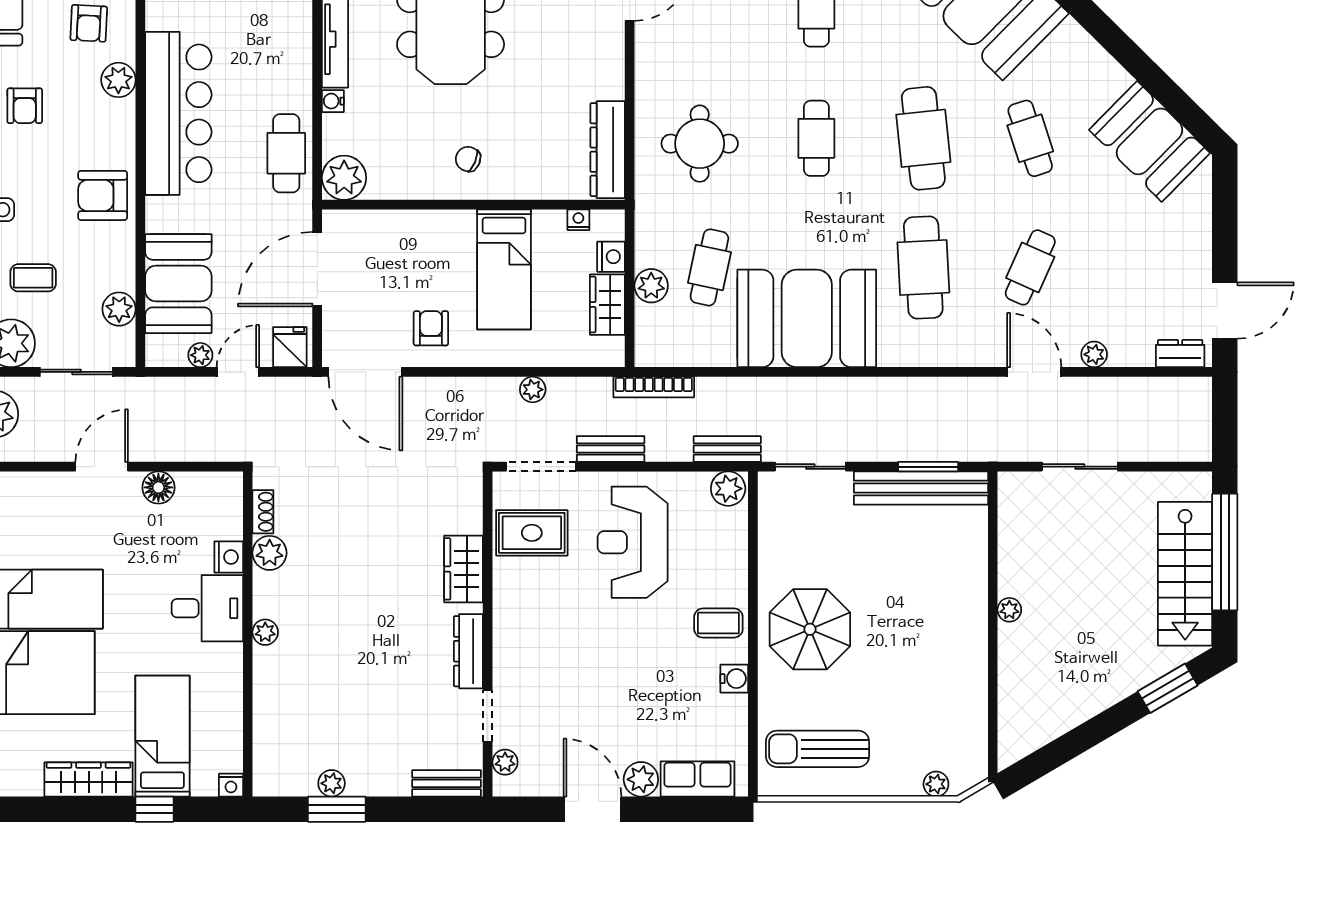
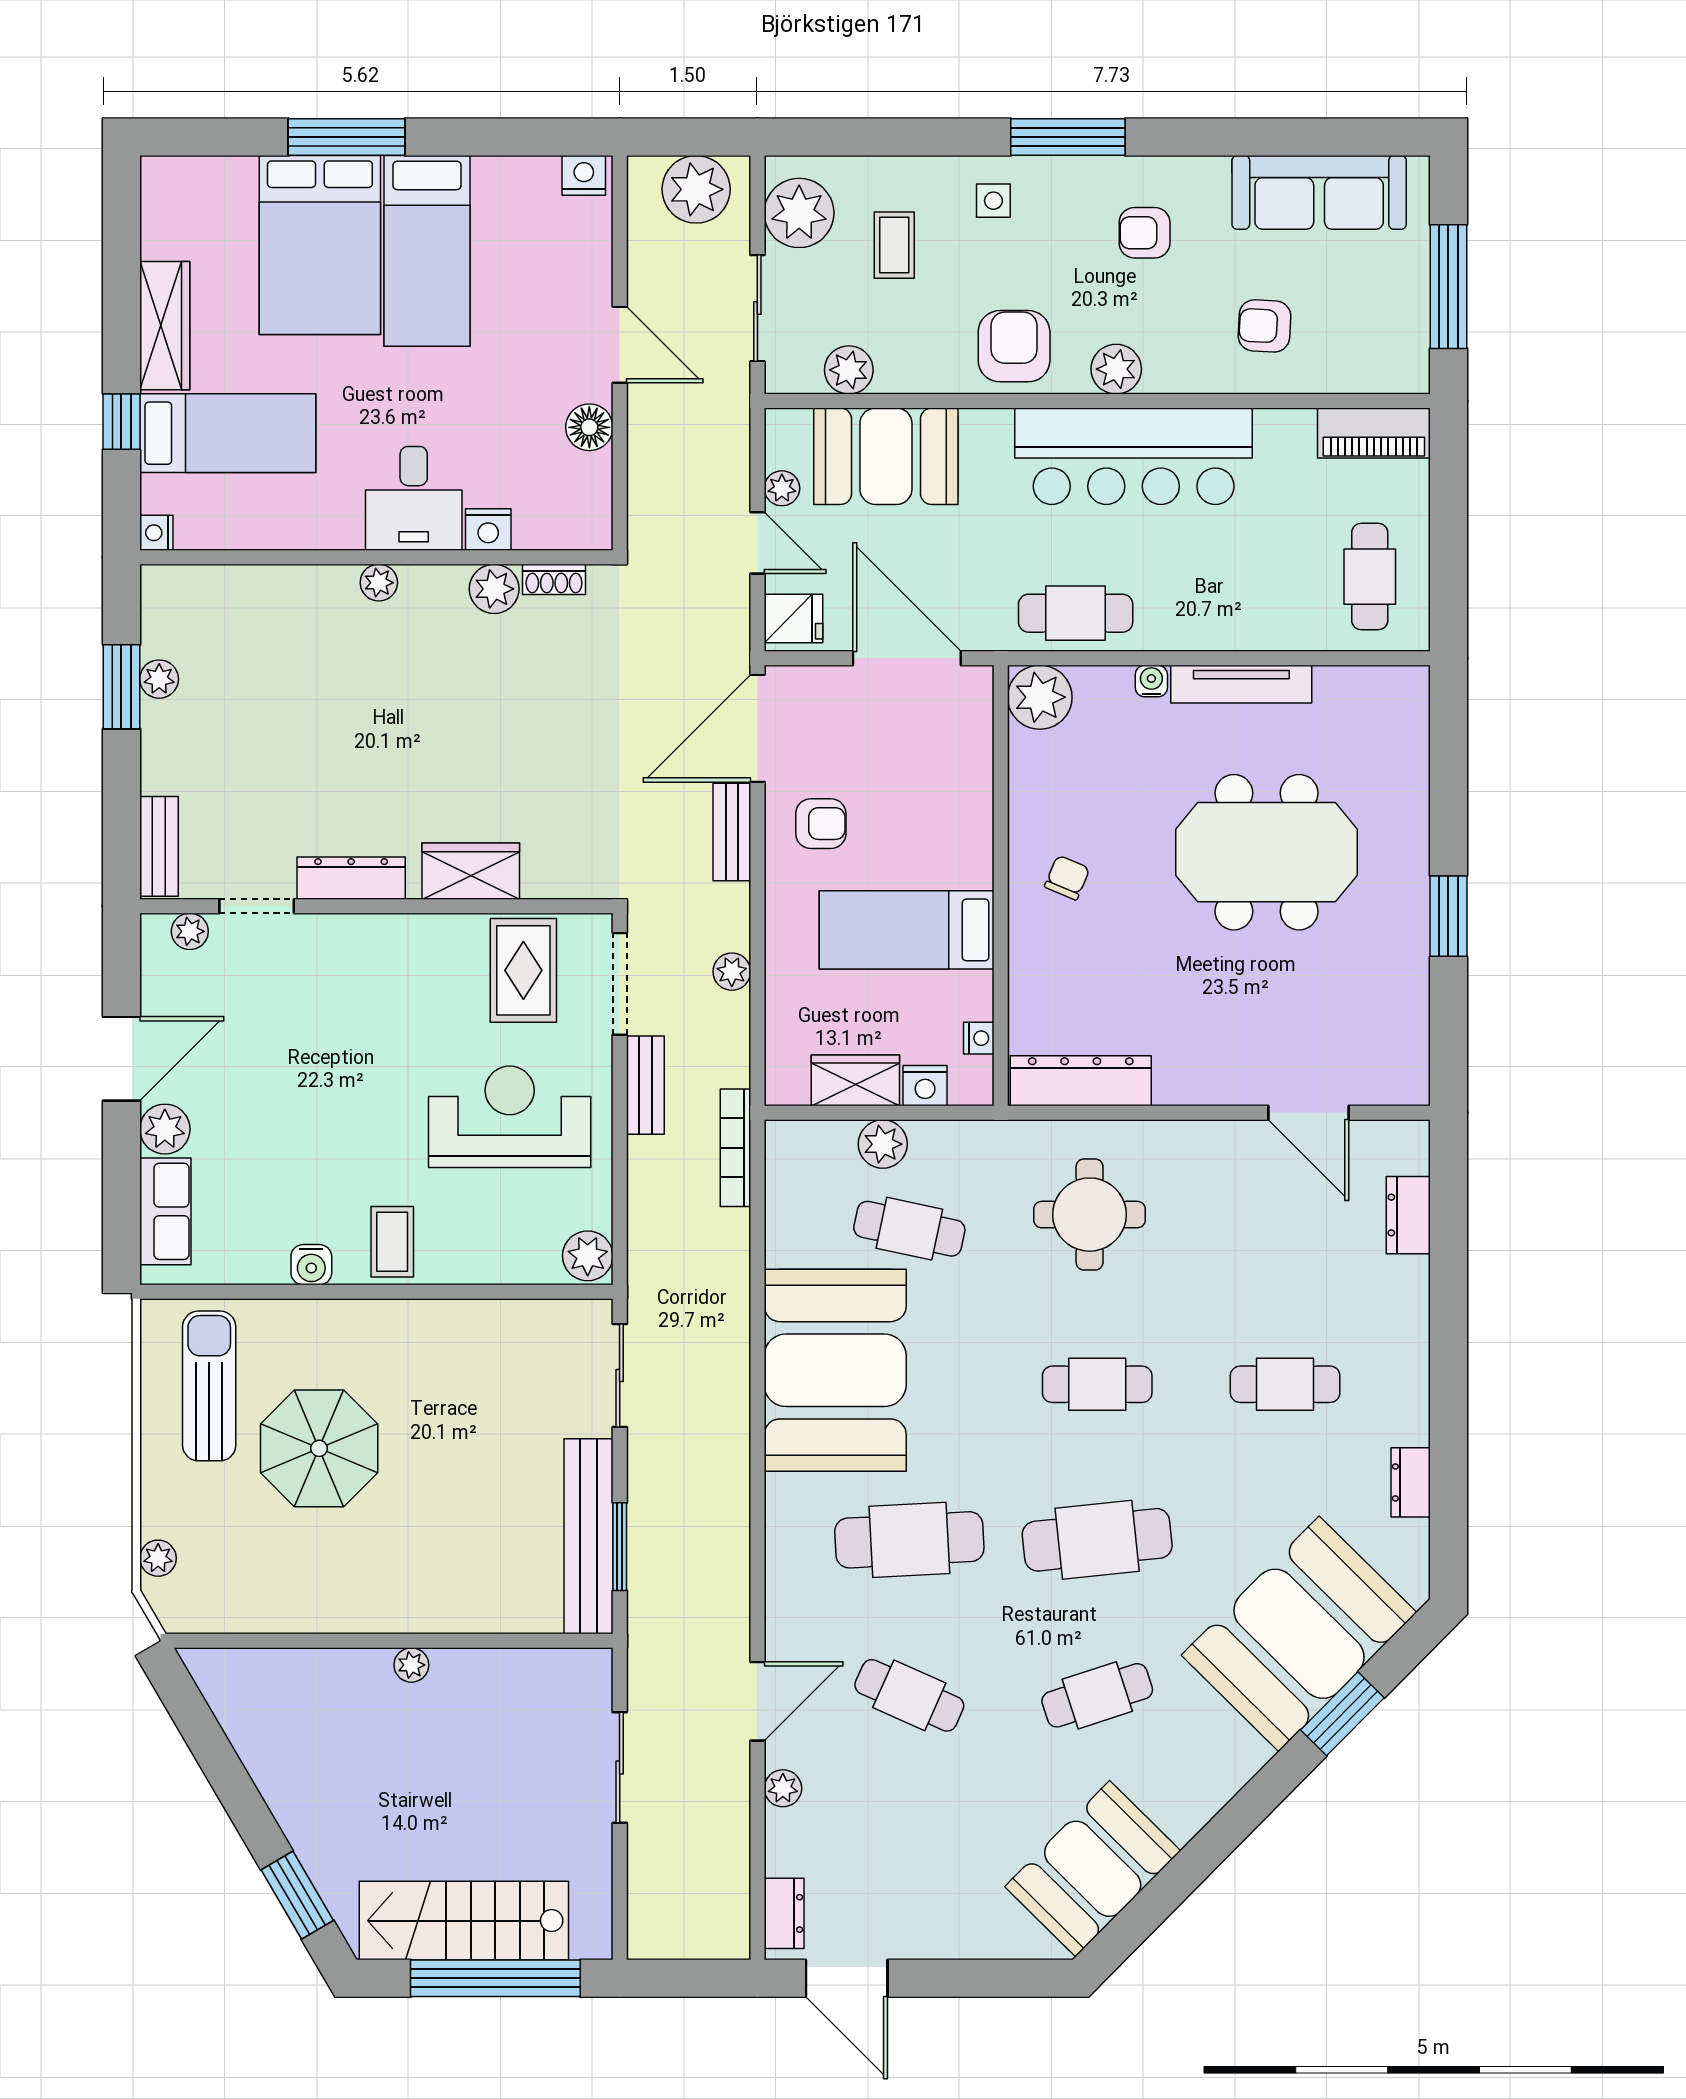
plant: (118, 80) -> (1116, 369), moved
bench: (727, 449) -> (732, 832), moved
parasol: (810, 629) -> (319, 1448), moved

